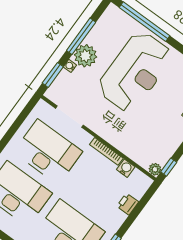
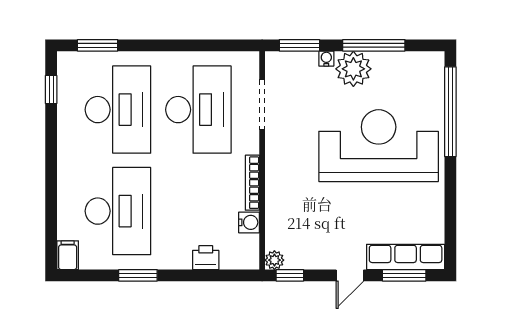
reception desk: (135, 72) -> (379, 146), turned 180

